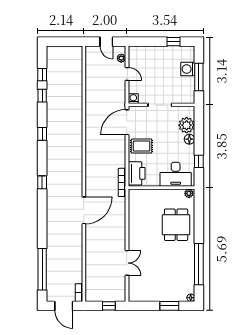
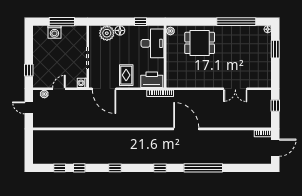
door: (106, 42) -> (29, 108), swing flipped
window: (174, 42) -> (29, 70), moved
double door: (127, 263) -> (235, 89), swing flipped
window: (42, 269) -> (203, 168), moved

